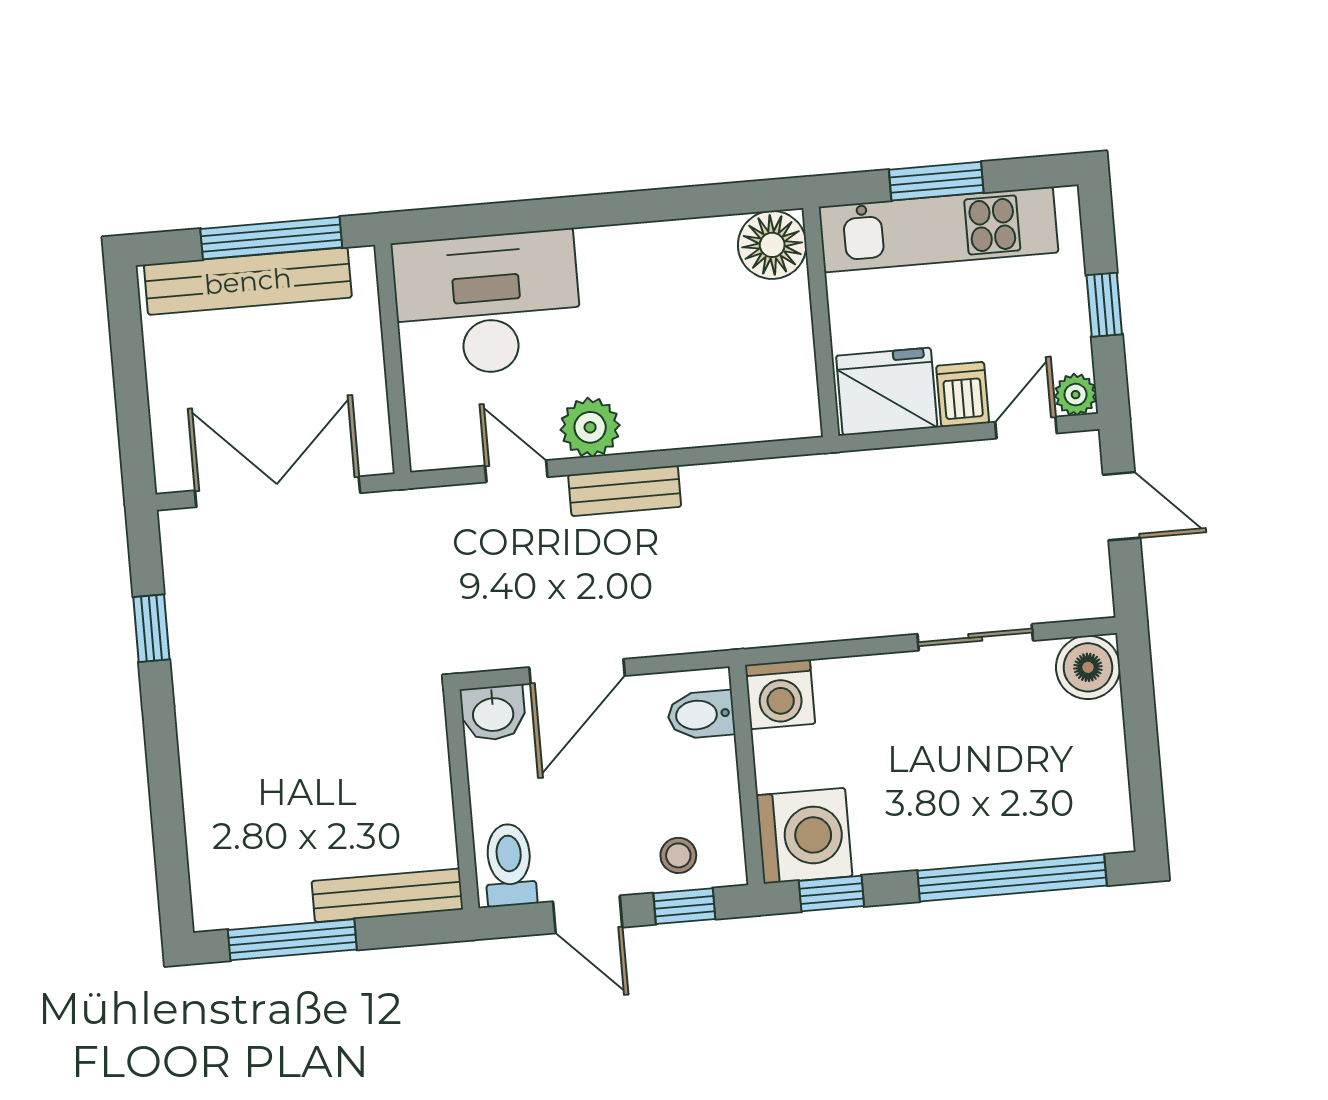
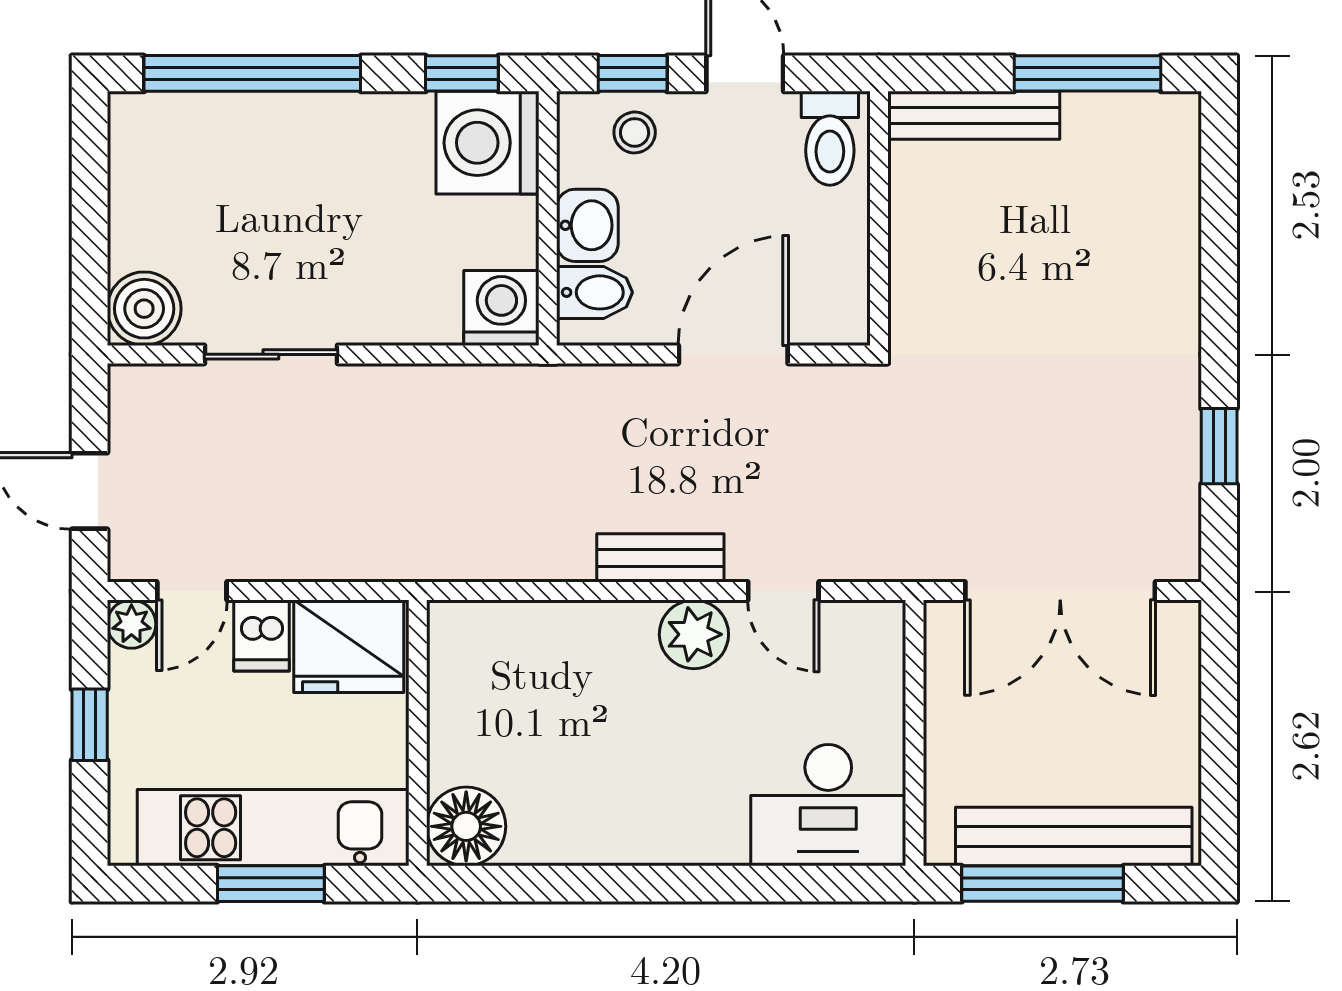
desk: (487, 304) -> (828, 805), width x0.73, depth x0.77
washbasin: (493, 713) -> (587, 225), moved, turned 90

